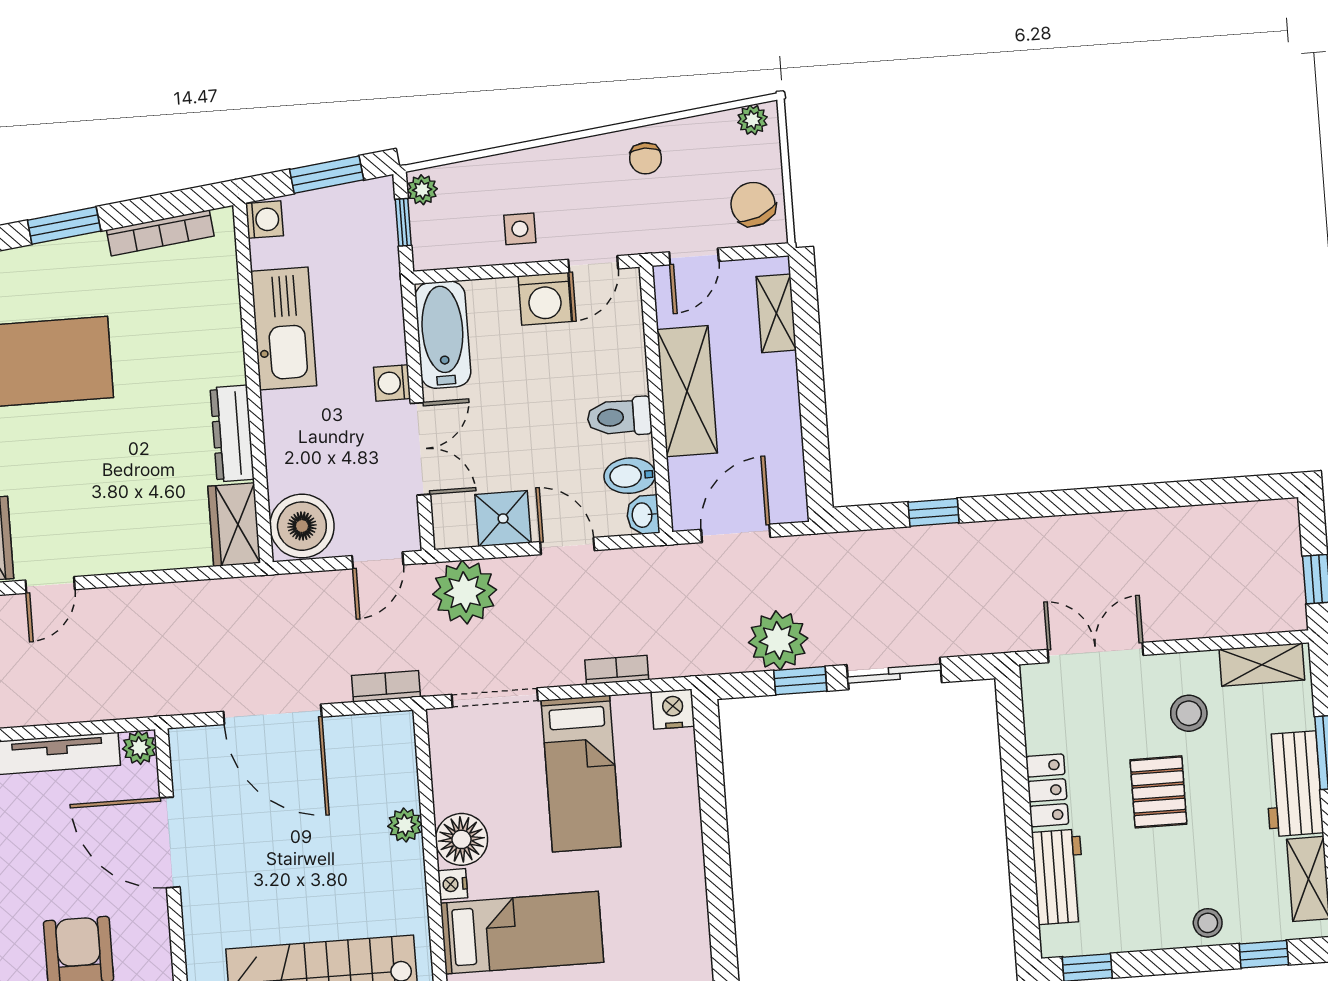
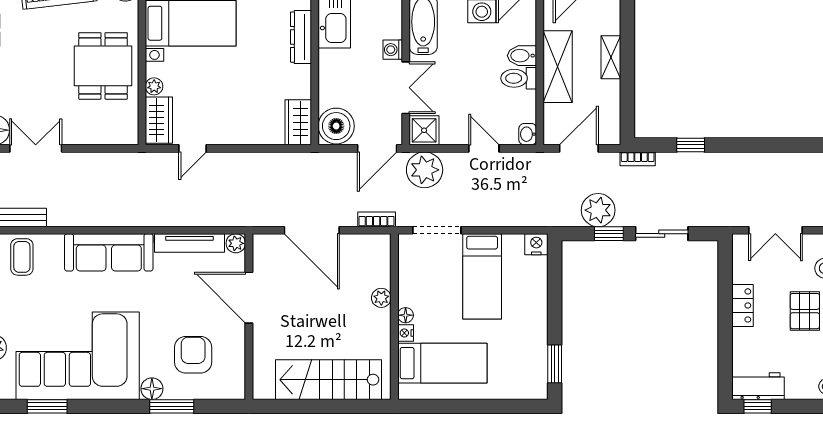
shelving: (776, 313) -> (611, 57), moved
dresser: (232, 433) -> (301, 37), moved
bidet: (630, 476) -> (522, 56), moved
shower: (503, 519) -> (424, 130), moved
door: (378, 560) -> (377, 148), width x1.37
double door: (1095, 652) -> (775, 230), swing flipped
bookcase: (617, 670) -> (638, 159), moved, turned 180
floor lamp: (462, 839) -> (406, 315), width x0.53, depth x0.53
workbench: (1059, 877) -> (758, 386), moved, turned -90
window: (721, 919) -> (555, 364), added

